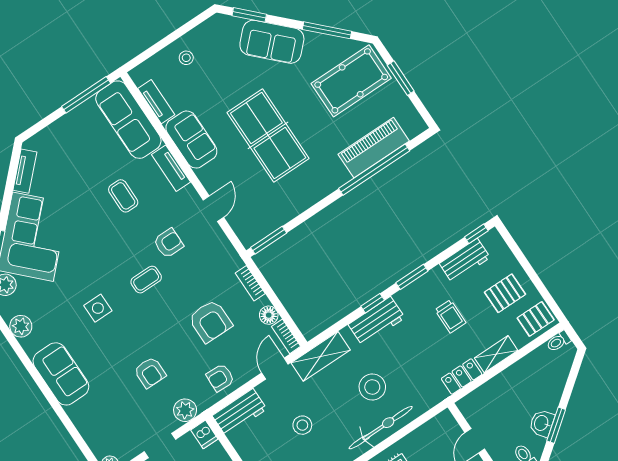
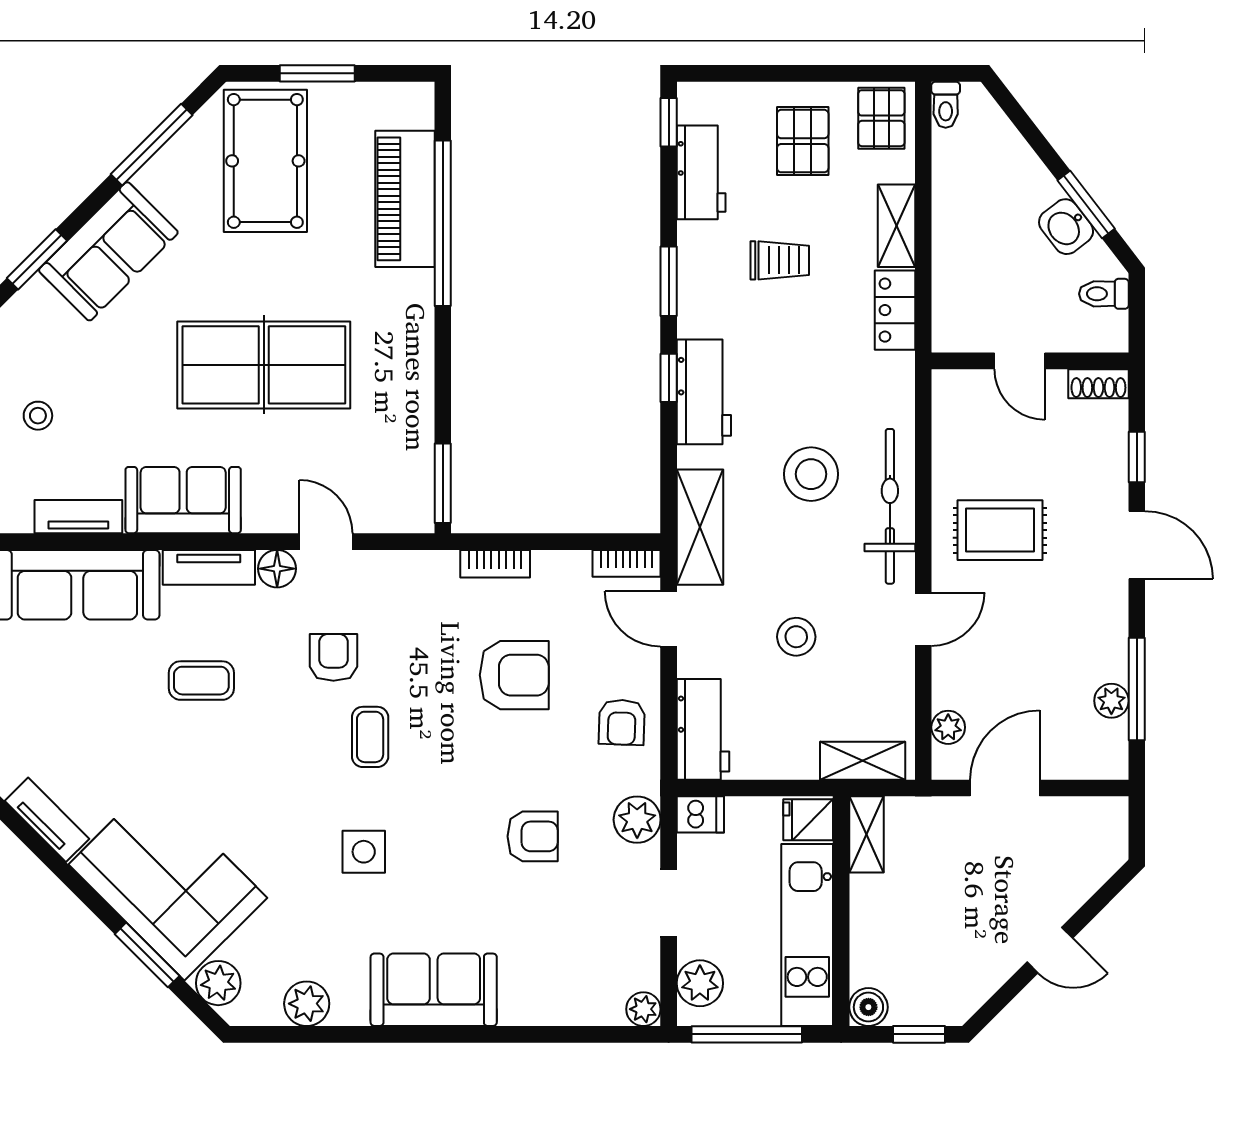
floor lamp: (269, 315) -> (277, 569), moved

